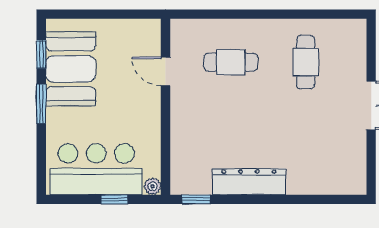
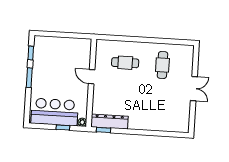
booth: (71, 69) -> (45, 61), removed
door: (166, 71) -> (92, 77), moved
dresser: (249, 182) -> (109, 122), moved

